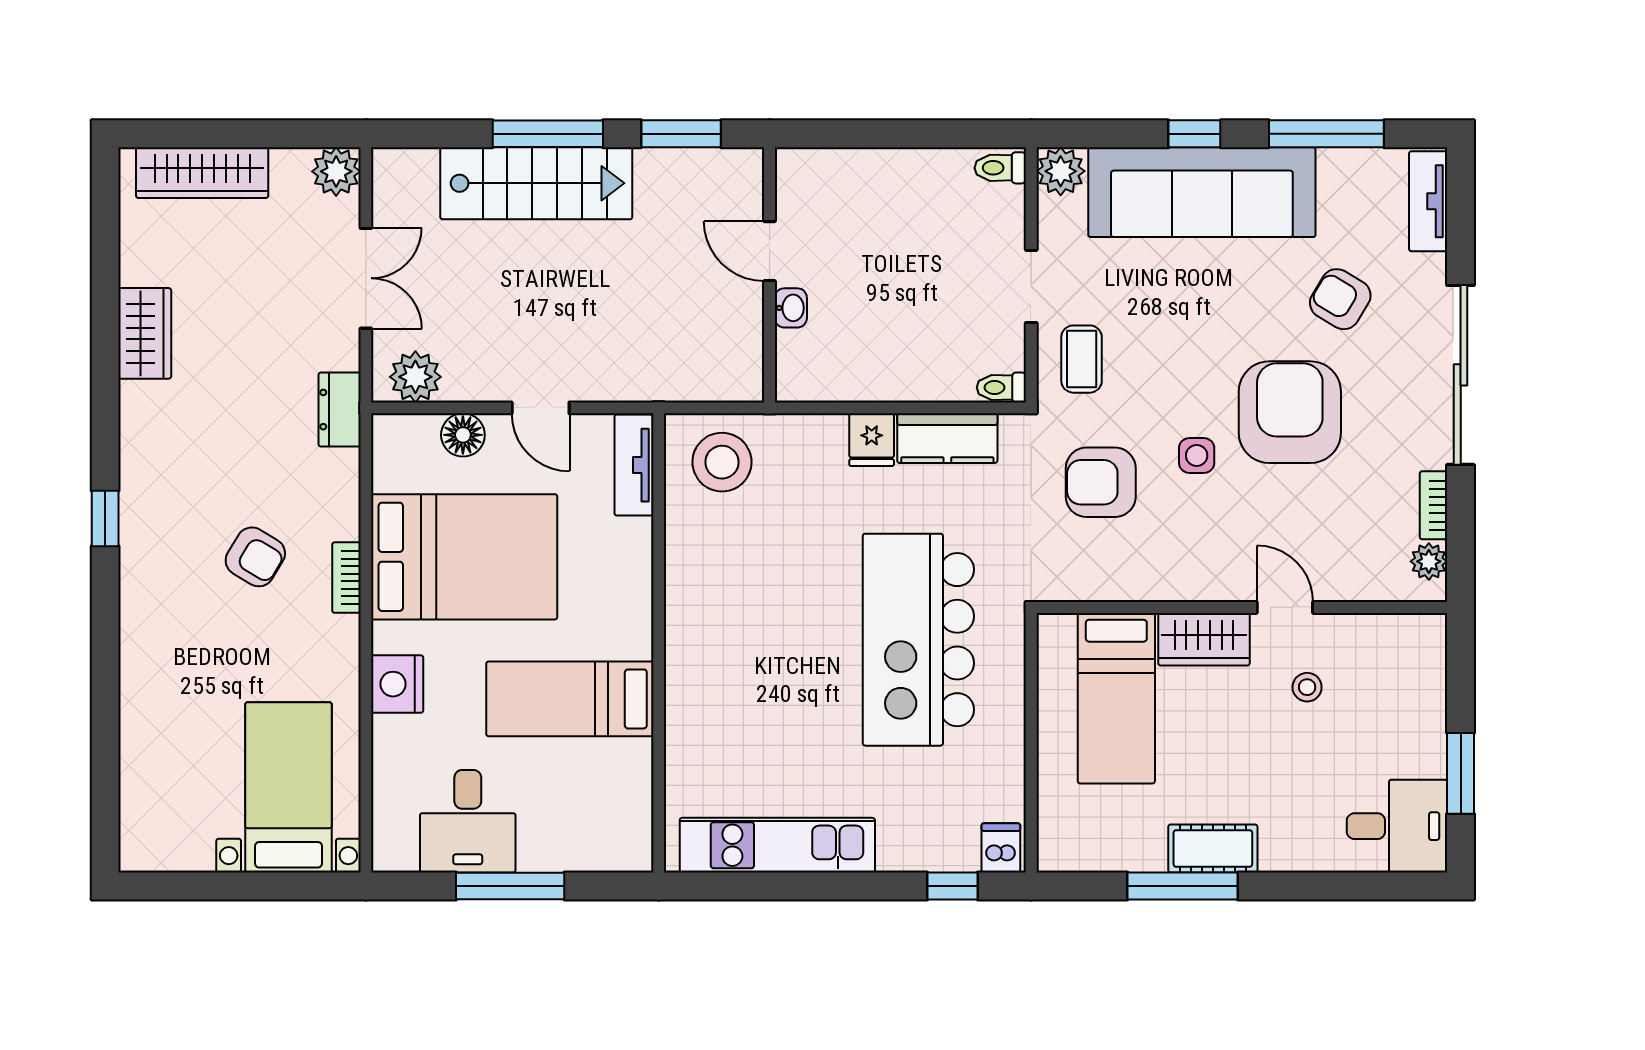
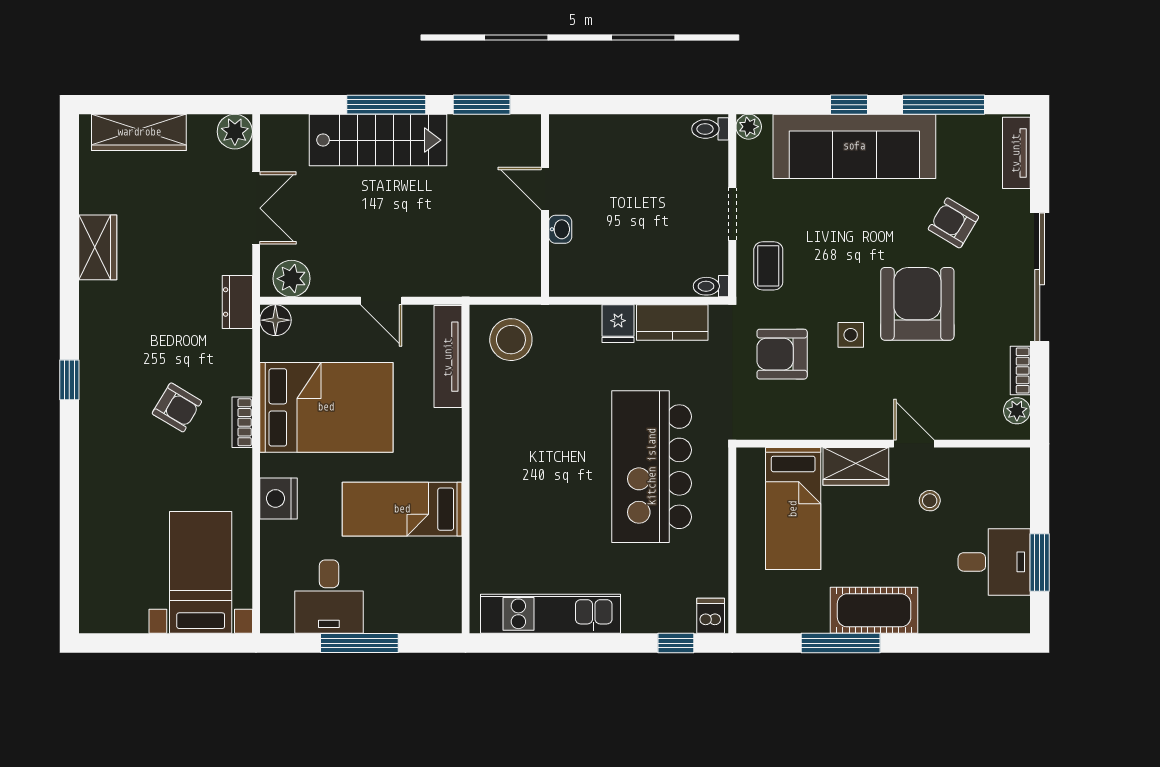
plant: (1061, 171) -> (749, 127), width x0.73, depth x0.73
floor lamp: (463, 435) -> (275, 320), moved
tv unit: (634, 465) -> (448, 357), width x1.41
desk: (1397, 826) -> (994, 562), moved
cot: (1213, 848) -> (874, 610), width x1.37, depth x1.34

